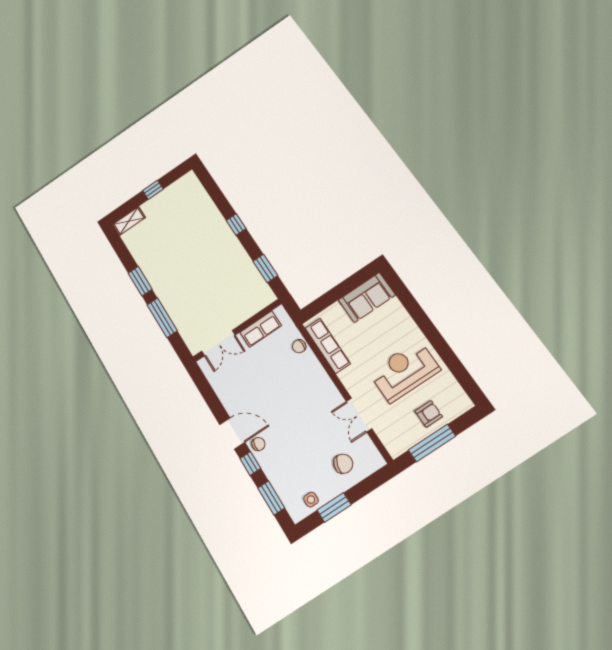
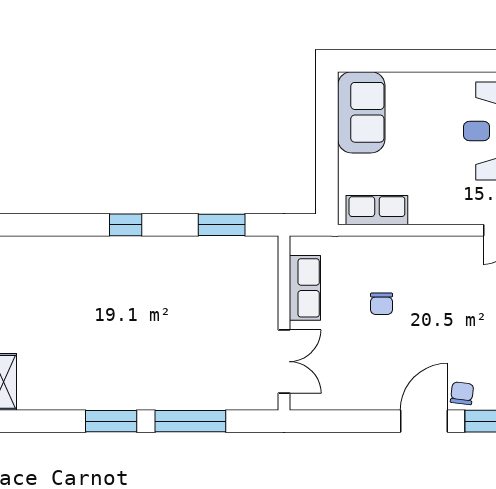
chair: (299, 346) -> (382, 304), moved
row of seats: (328, 346) -> (377, 210), width x0.68

